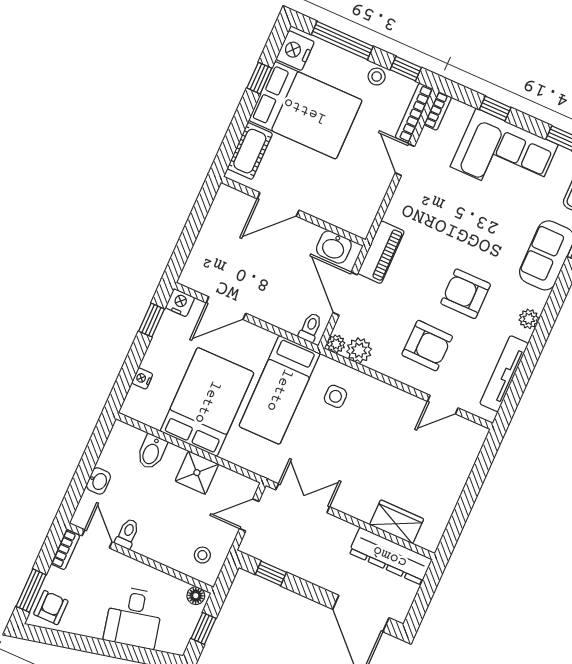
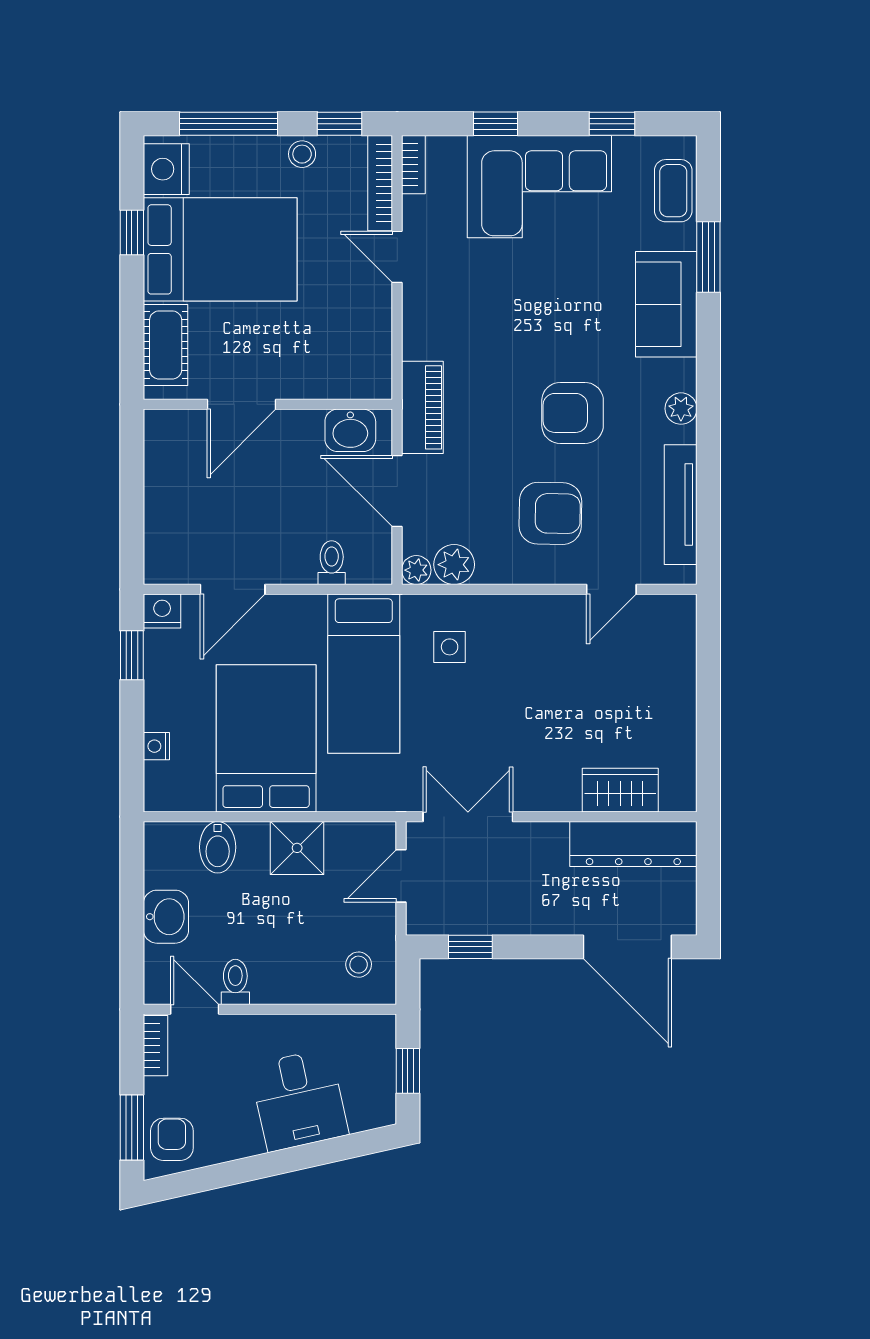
toilet: (310, 327) -> (332, 563), moved
washbasin: (98, 481) -> (166, 917), width x1.38, depth x1.45
floor lamp: (196, 596) -> (375, 1028), removed

